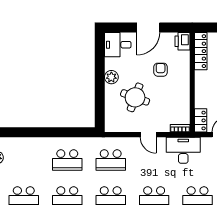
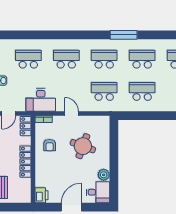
locker: (201, 51) -> (25, 162), moved
armchair: (161, 70) -> (50, 145), moved
plant: (111, 77) -> (104, 175), moved

